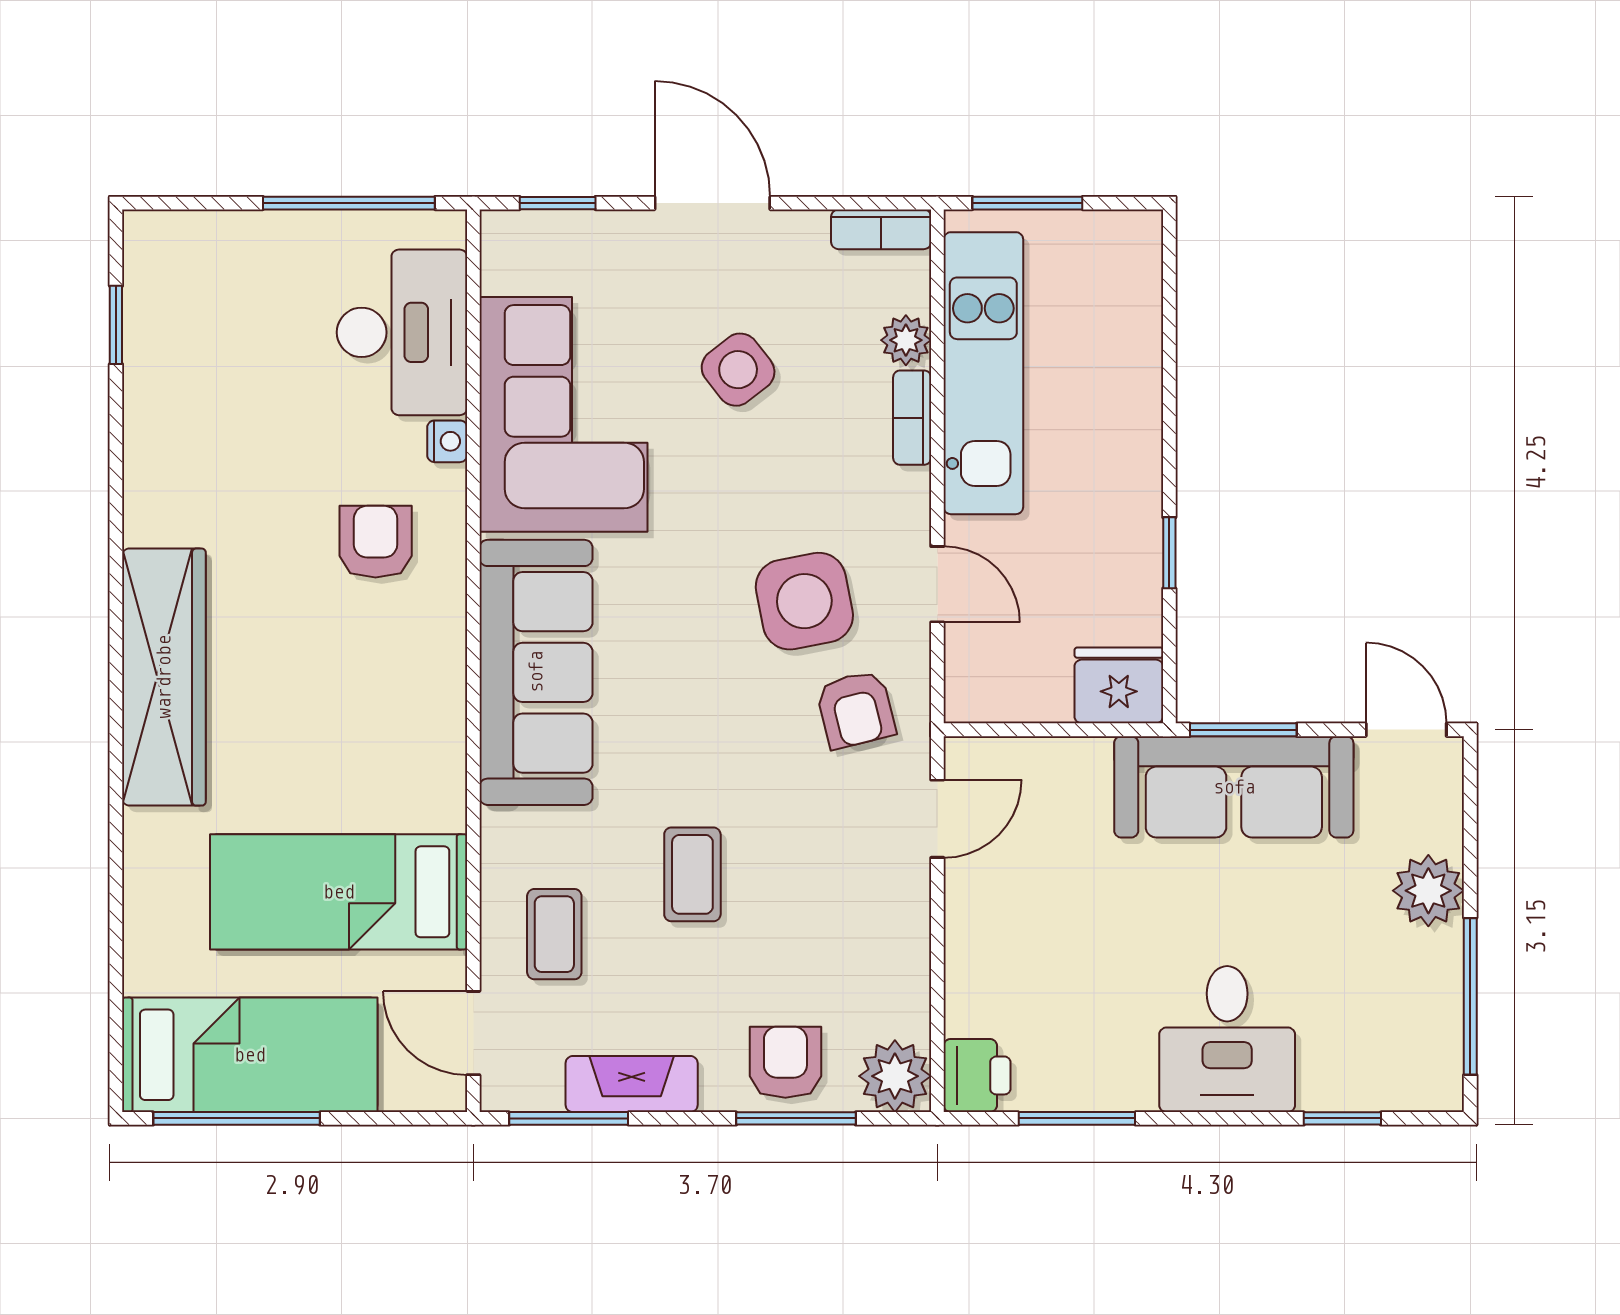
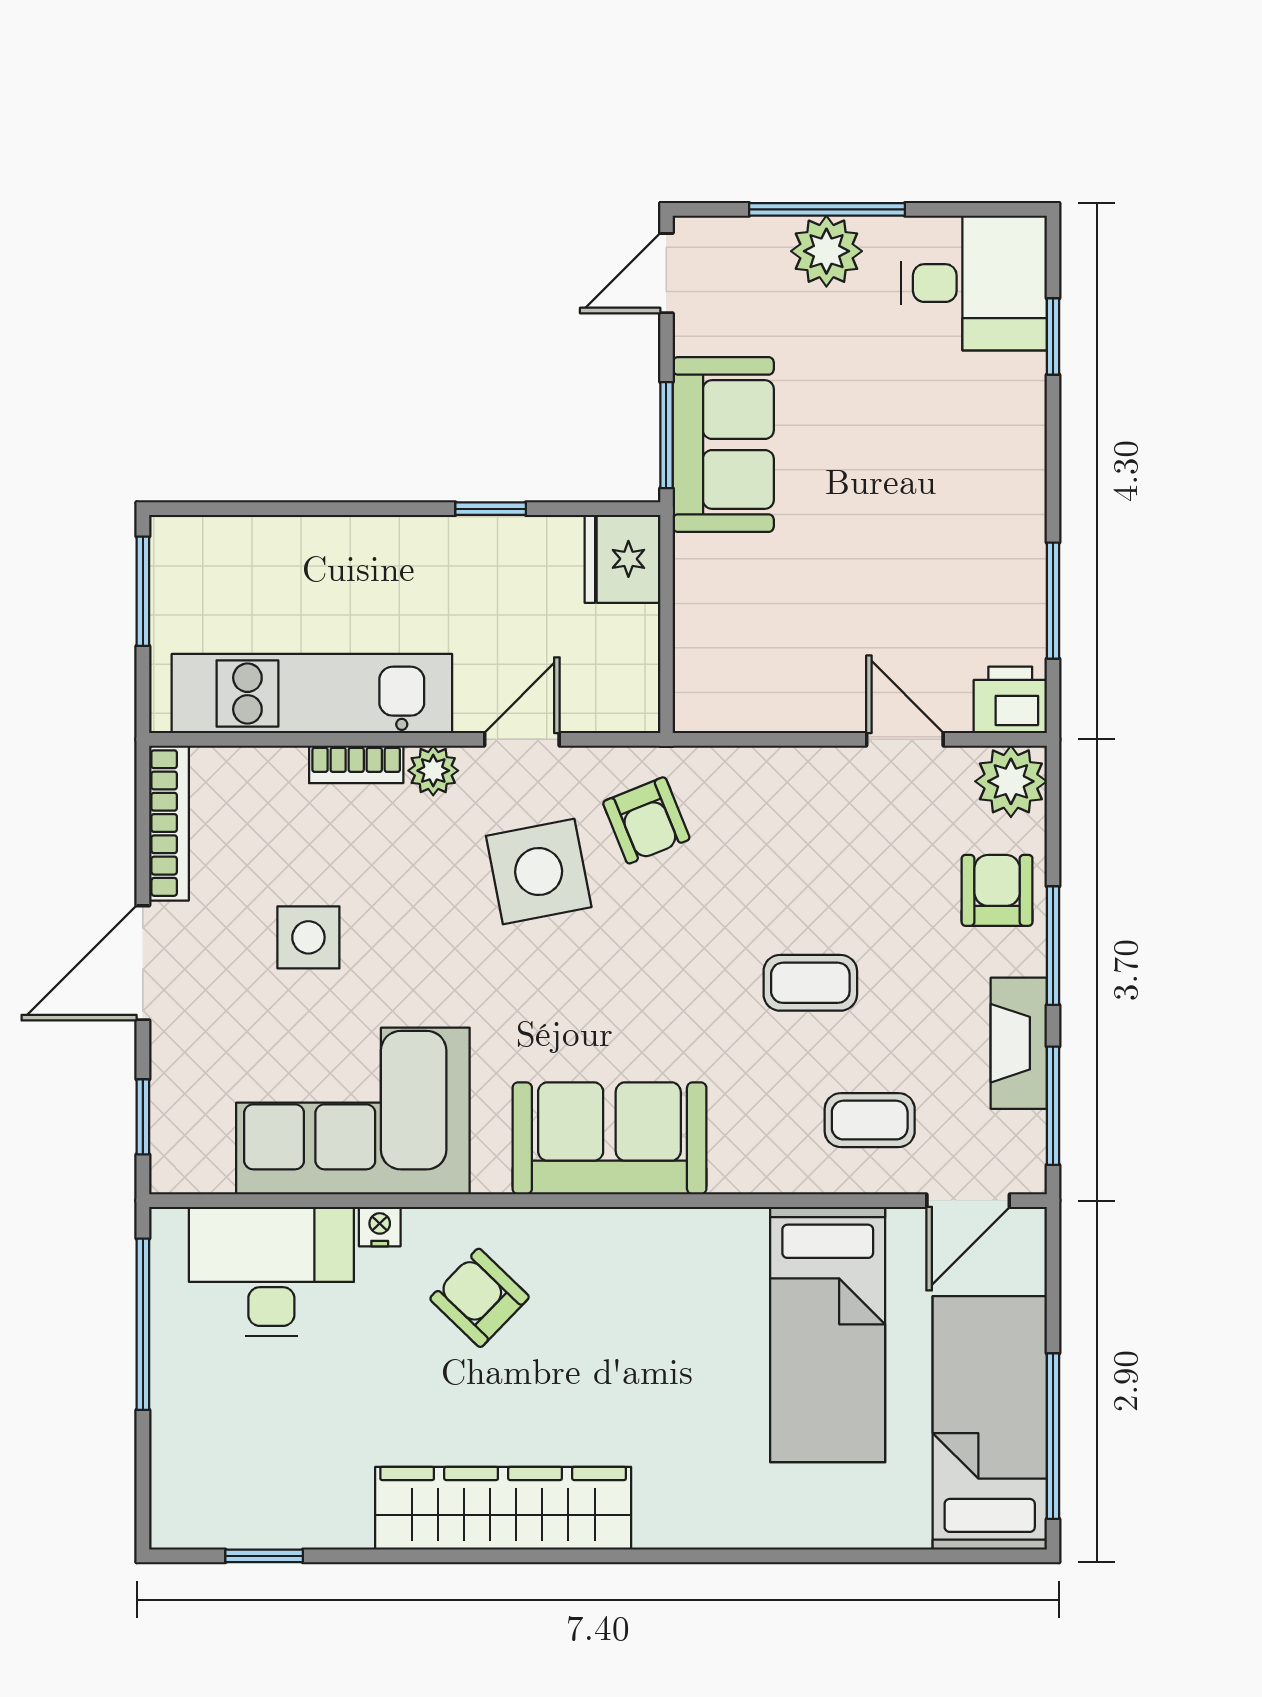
window: (1027, 203) -> (143, 591), moved
bookcase: (881, 229) -> (169, 823), width x1.56
plant: (906, 340) -> (433, 771), moved
side table: (738, 370) -> (308, 937), turned 38
armchair: (376, 542) -> (480, 1298), turned 44
sofa: (536, 672) -> (609, 1138), width x0.73
wardrobe: (164, 677) -> (503, 1508), moved
armchair: (856, 709) -> (646, 820), turned 82
sofa: (1234, 787) -> (723, 444), width x0.73
door: (937, 819) -> (905, 739), moved
window: (1470, 996) -> (827, 209), moved
desk: (1227, 1039) -> (974, 283), moved
armchair: (785, 1062) -> (997, 890), turned 90
window: (796, 1118) -> (1053, 946), moved

